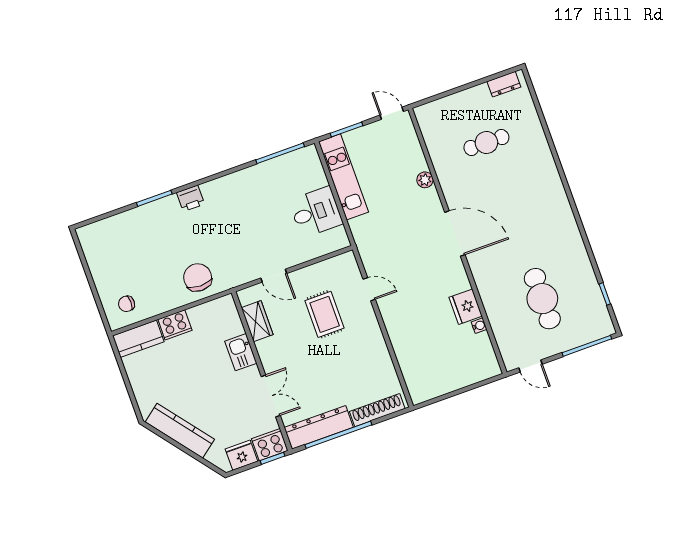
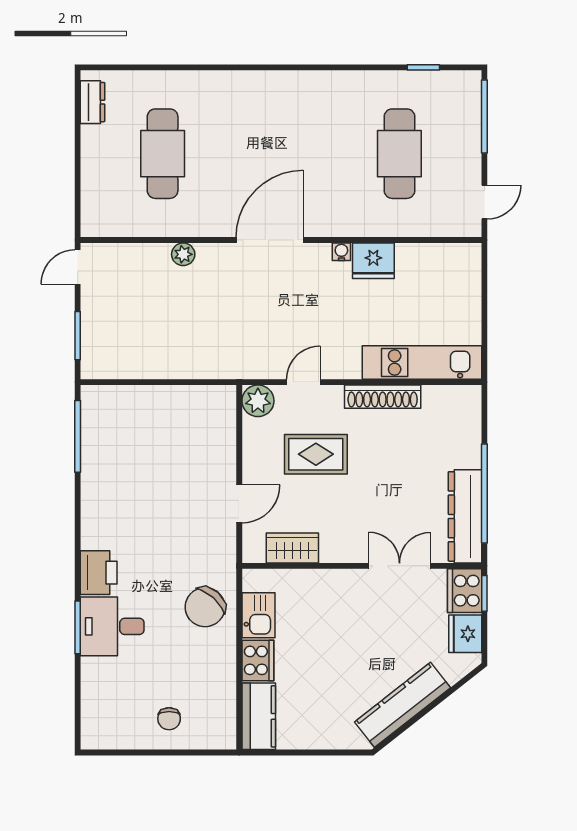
cafe table: (486, 143) -> (163, 154), width x1.37, depth x1.35
kitchen unit: (343, 177) -> (422, 363), moved
printer: (191, 198) -> (99, 573), width x1.36, depth x1.24
desk: (316, 212) -> (112, 626), moved, turned -90
plant: (346, 264) -> (258, 401), added
chair: (198, 277) -> (205, 607), turned -48
cafe table: (542, 299) -> (399, 154), turned 90
chair: (127, 304) -> (169, 719), moved
water cooler: (479, 326) -> (341, 252), moved
kitchen sink: (241, 352) -> (258, 615), moved, turned -90
shoe rack: (377, 410) -> (383, 397), moved, turned -90

